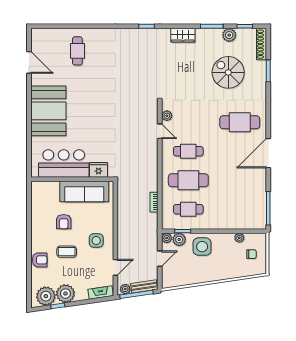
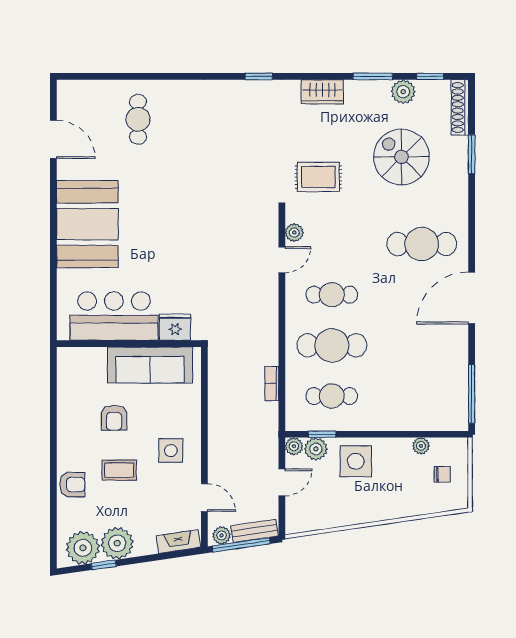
rug: (181, 84) -> (318, 177), added
door: (160, 131) -> (282, 260), hinge flipped
door: (115, 267) -> (204, 498), hinge flipped

